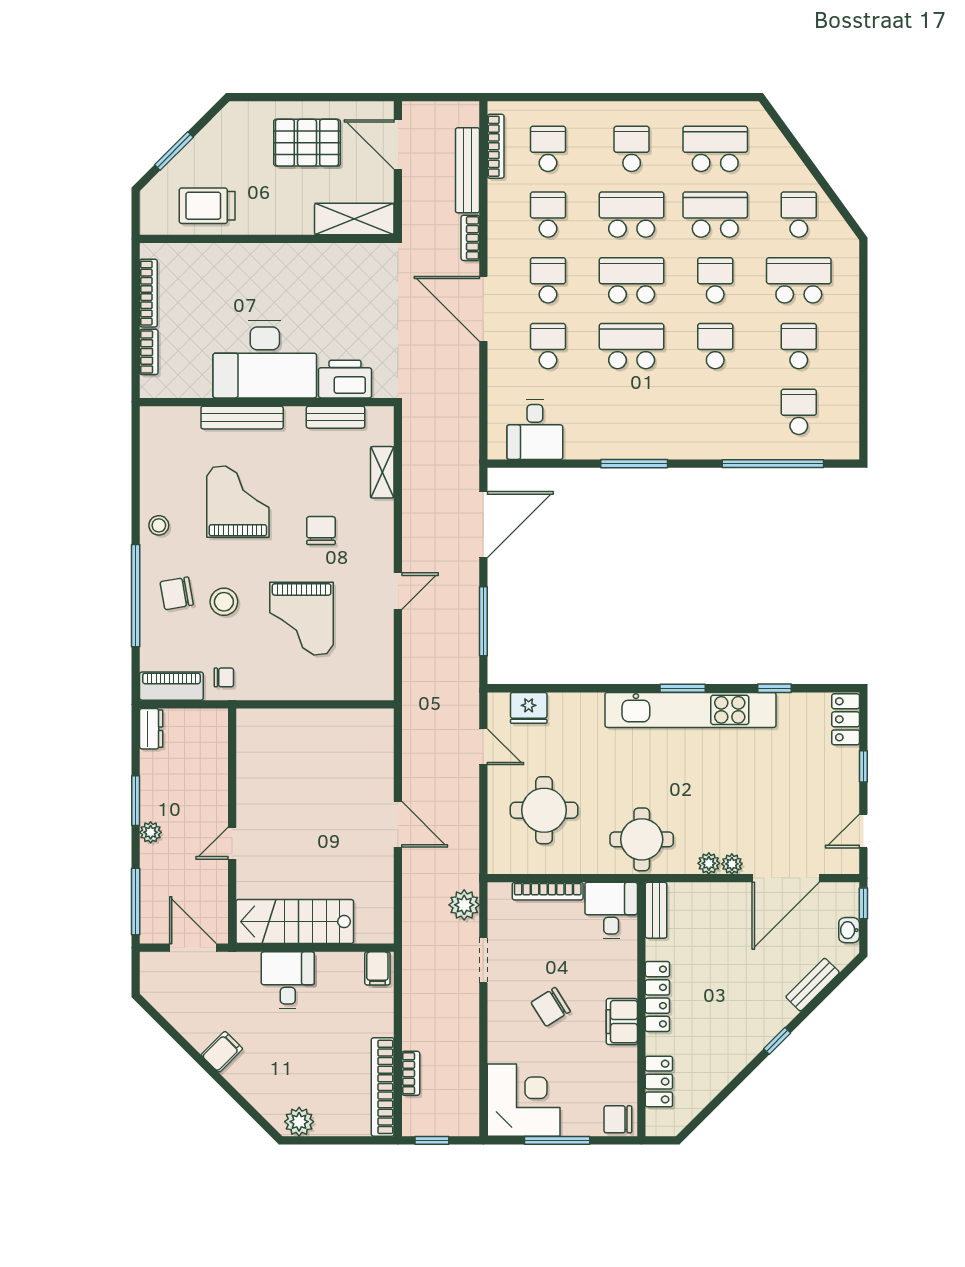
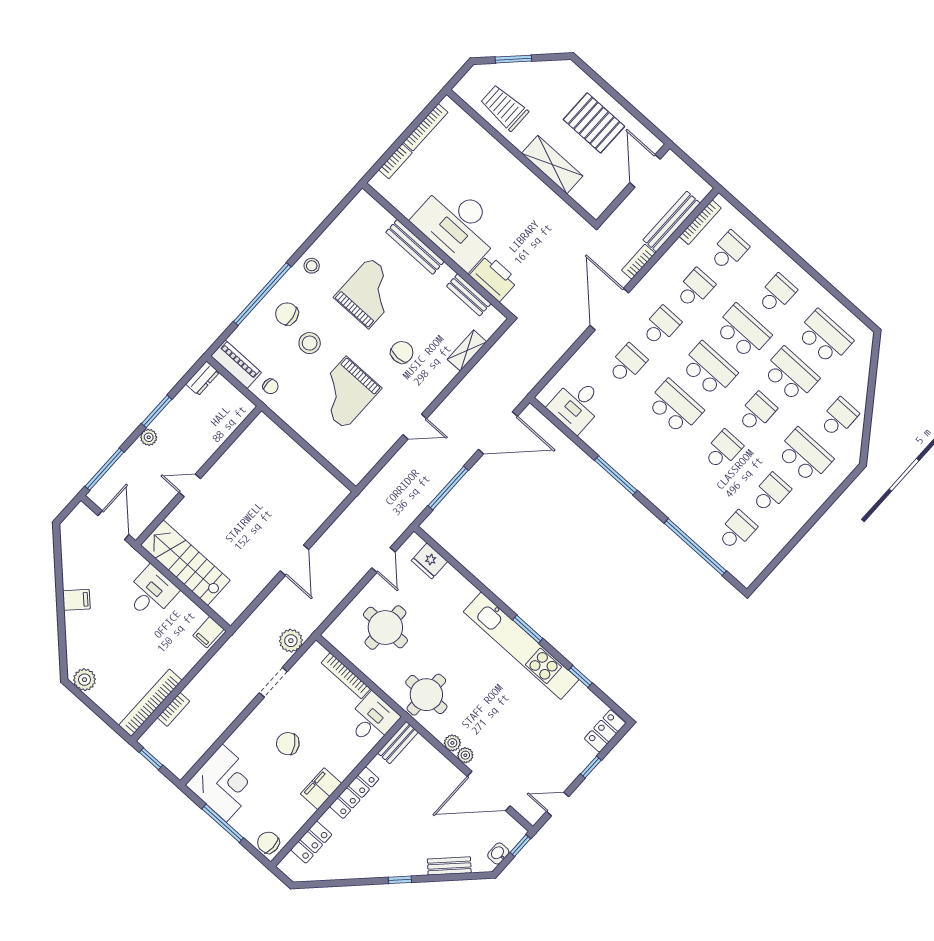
shelving: (354, 219) -> (552, 165), moved

